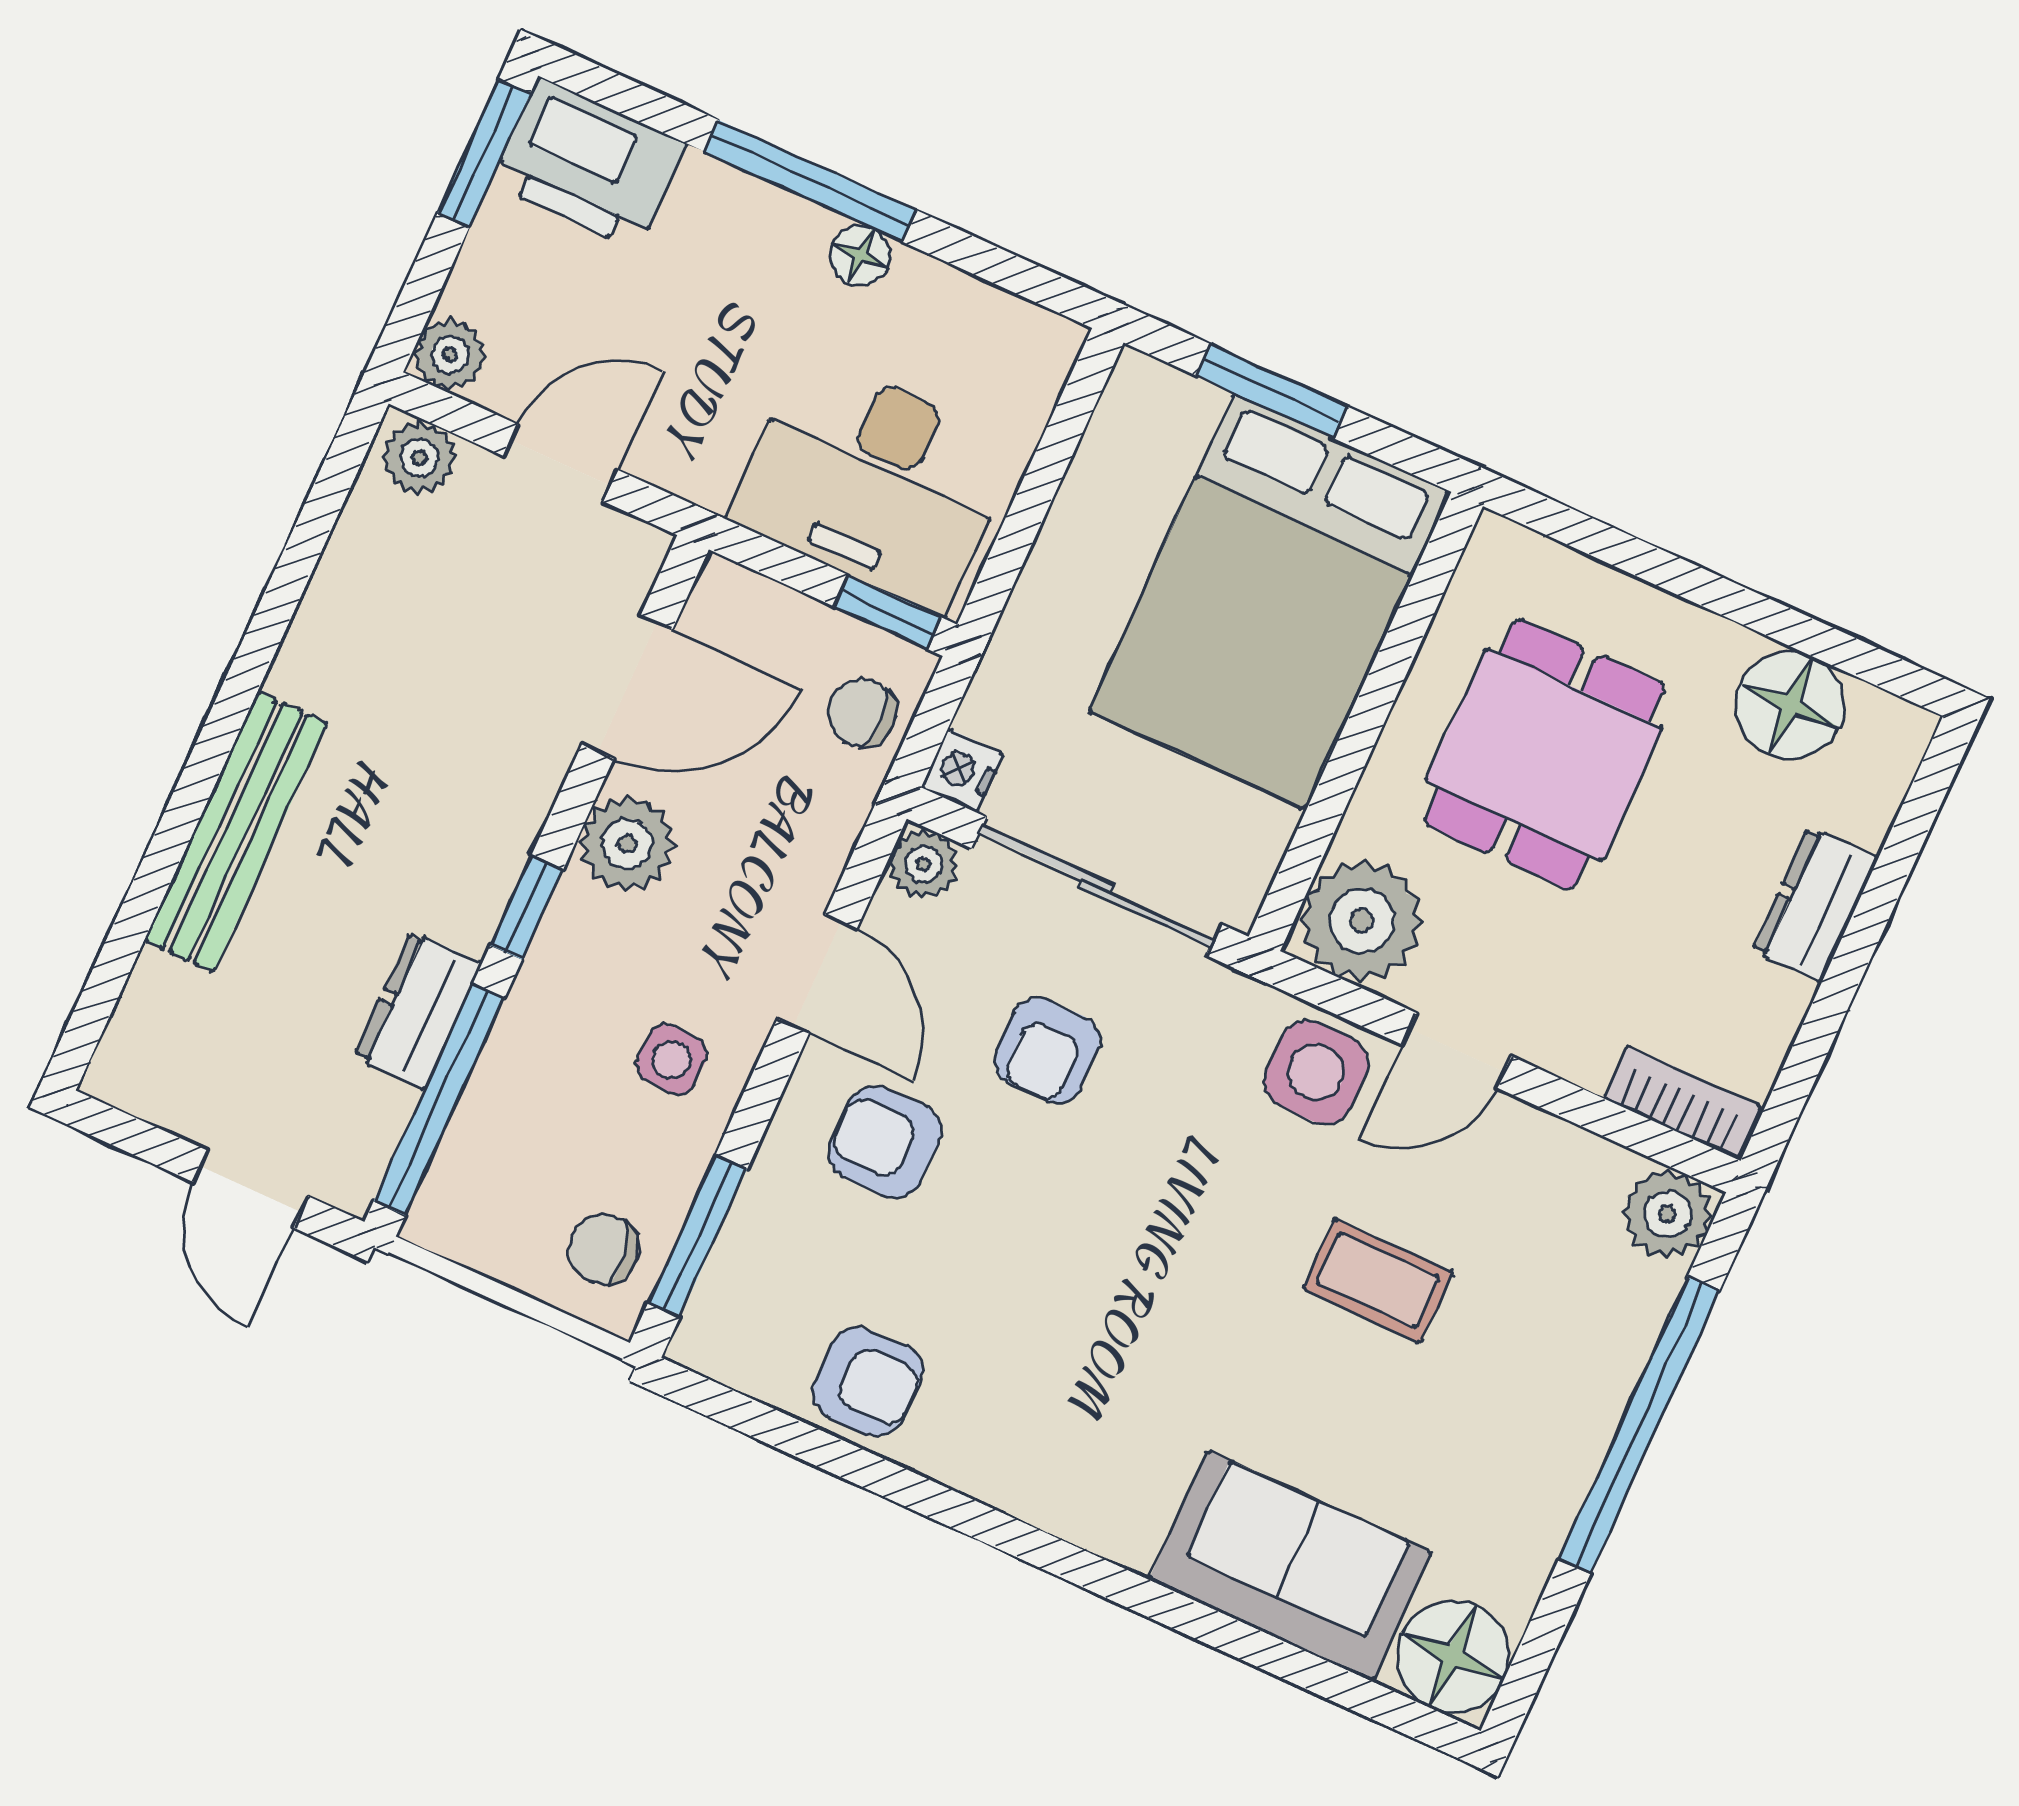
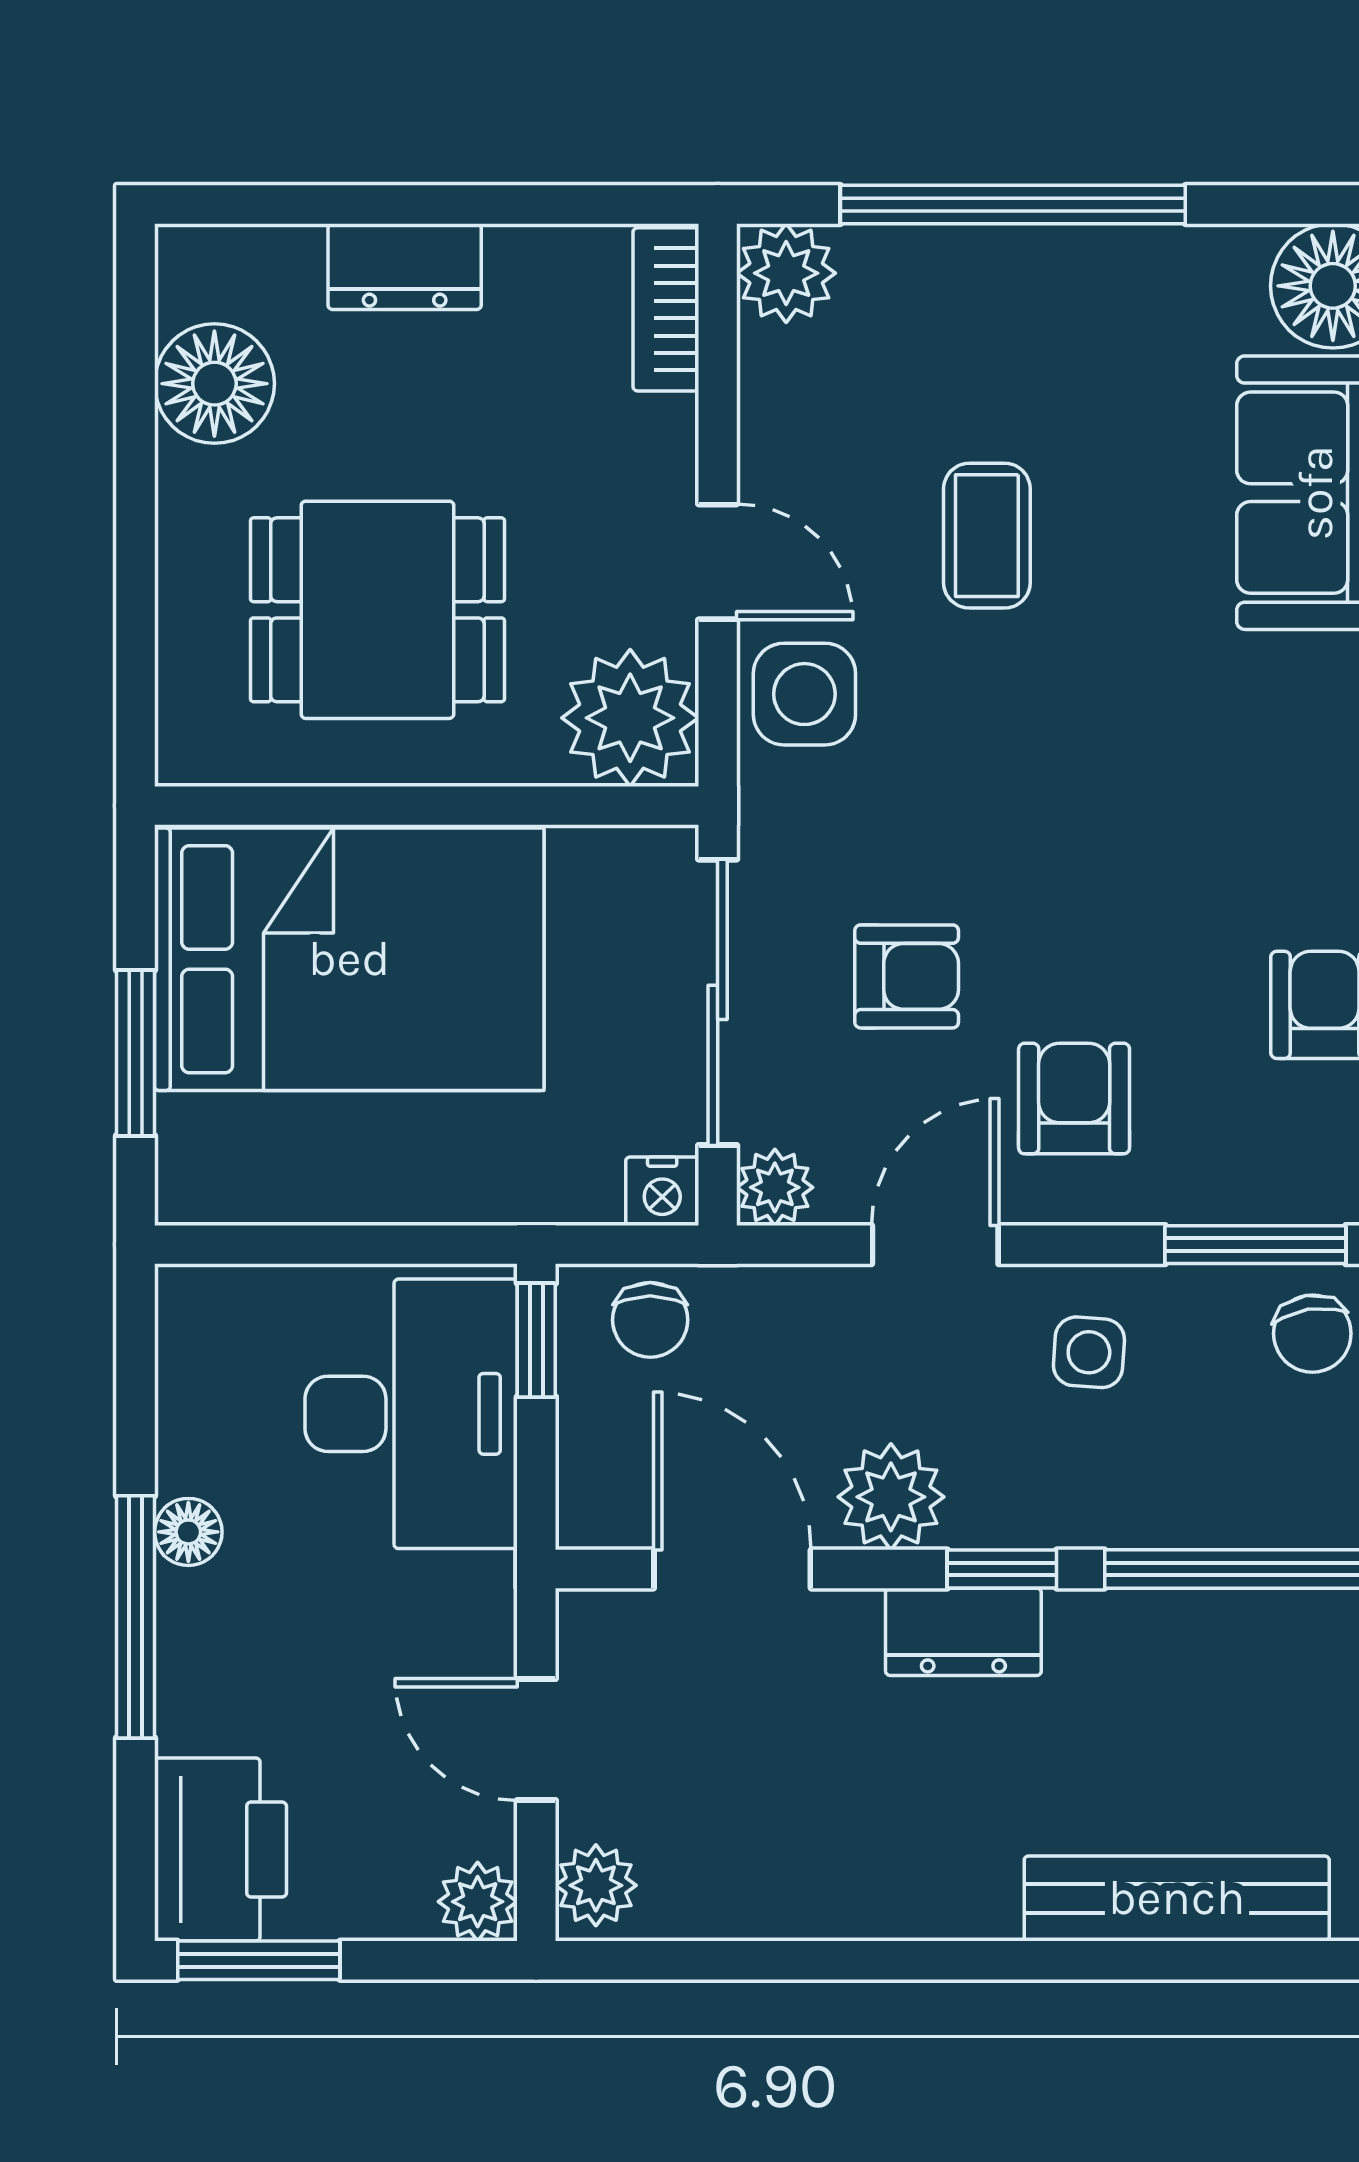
bench: (236, 832) -> (1177, 1898), moved
dresser: (418, 1010) -> (963, 1632), moved
armchair: (885, 1142) -> (1074, 1099), turned 180

